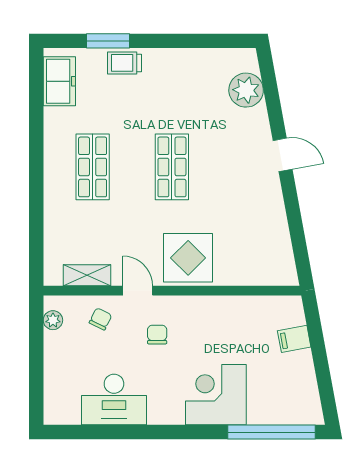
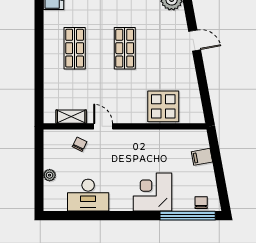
display table: (188, 258) -> (163, 106), moved
plant: (53, 320) -> (50, 175), moved
chair: (157, 335) -> (201, 203), moved

